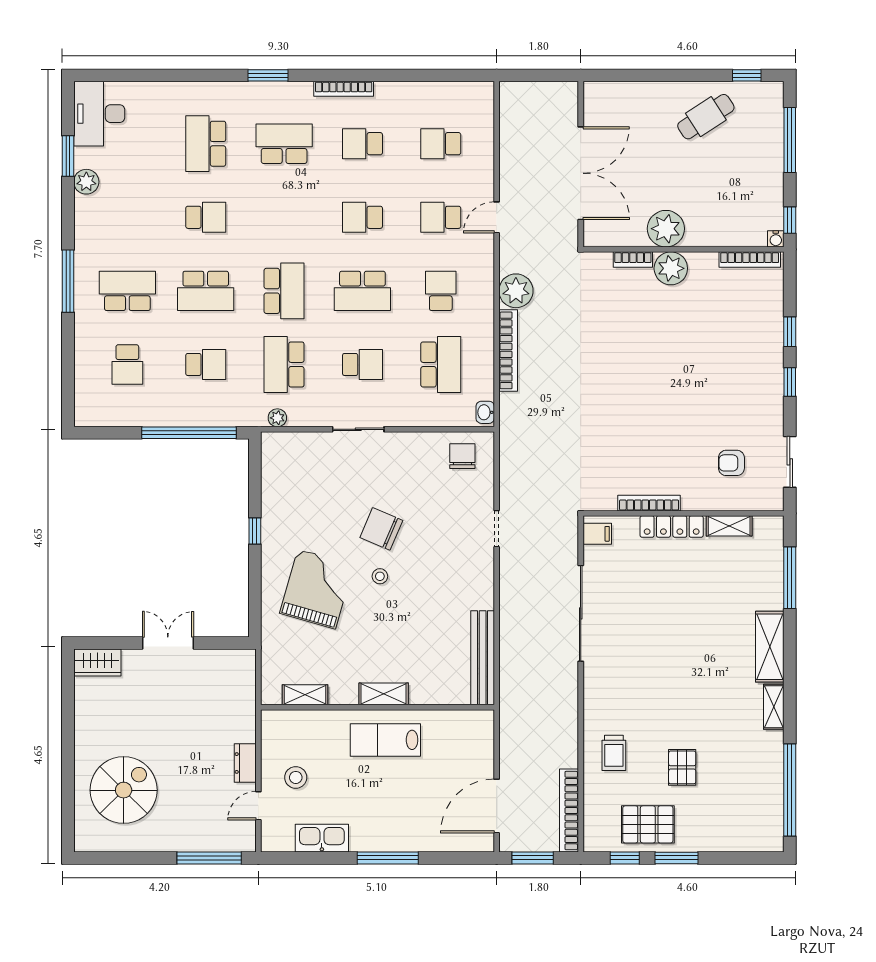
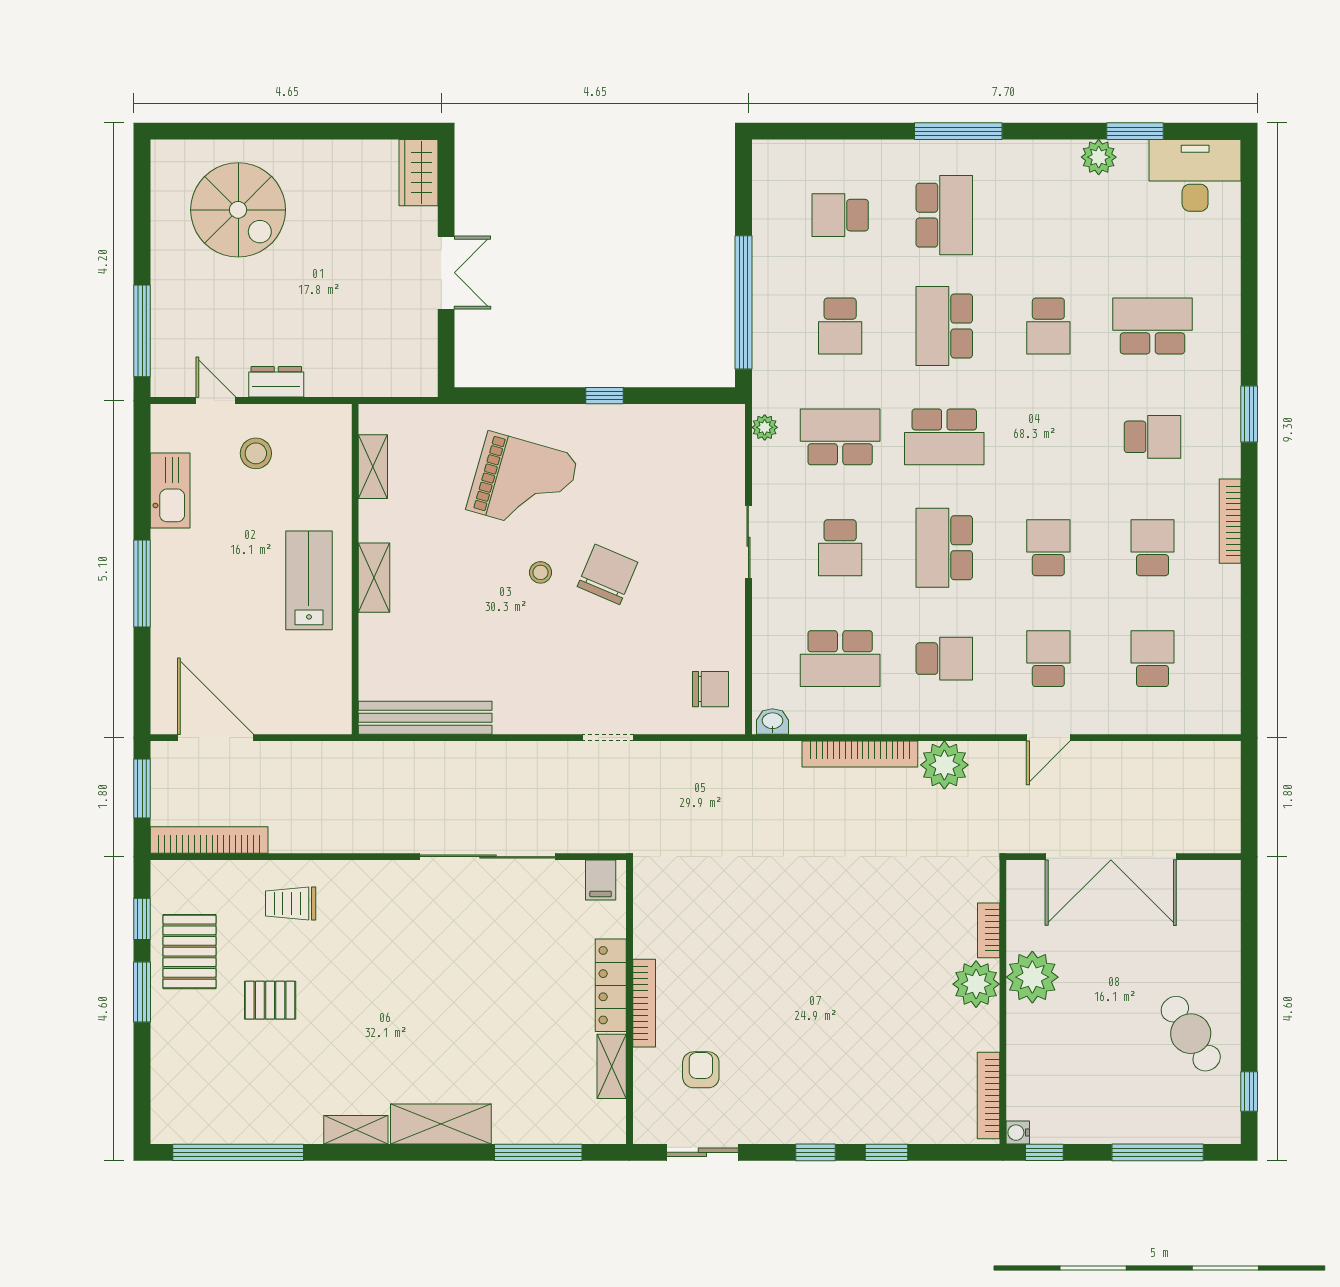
school desk: (284, 144) -> (1152, 437), width x0.54
door: (497, 217) -> (1048, 738), swing flipped
bookcase: (649, 503) -> (644, 1003), moved

